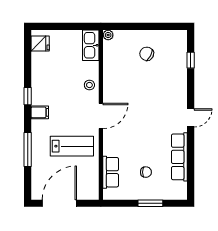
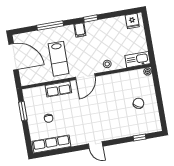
door: (101, 116) -> (85, 77), hinge flipped
row of seats: (179, 157) -> (52, 144), moved
row of seats: (111, 172) -> (58, 89), moved
window: (150, 203) -> (23, 111), moved

